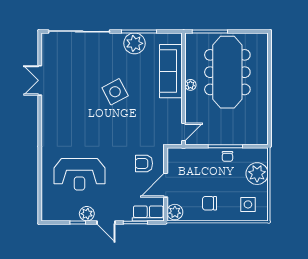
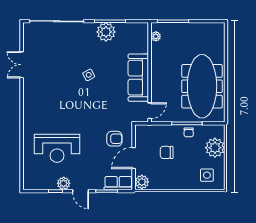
sofa: (171, 71) -> (138, 78), moved
meeting table: (227, 72) -> (202, 86), moved
plant: (190, 85) -> (156, 36), moved
side table: (115, 92) -> (89, 75), width x0.54, depth x0.54
armchair: (144, 163) -> (114, 139), turned 180
chair: (209, 203) -> (167, 152), moved

